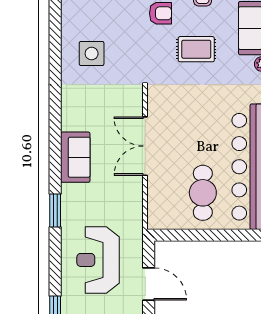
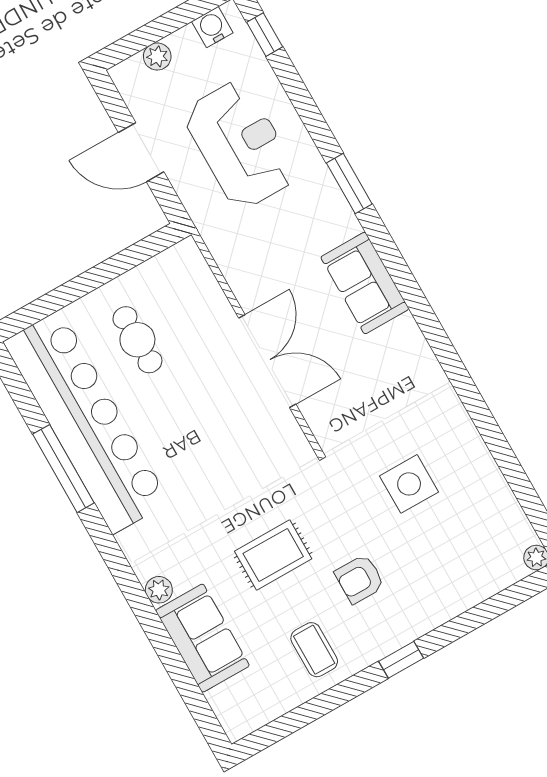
side table: (92, 54) -> (409, 484), moved
cafe table: (203, 193) -> (137, 340), width x0.73, depth x0.74

